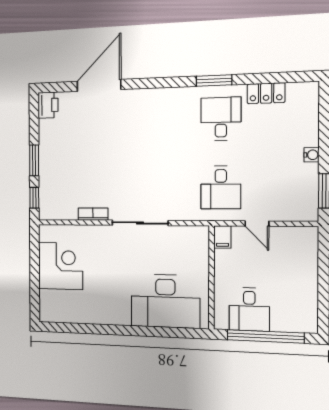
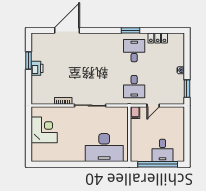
printer: (48, 105) -> (37, 68), moved
window: (34, 160) -> (29, 60), moved
window: (34, 198) -> (29, 92), removed
door: (257, 224) -> (153, 105), hinge flipped
desk: (249, 309) -> (162, 150), moved

